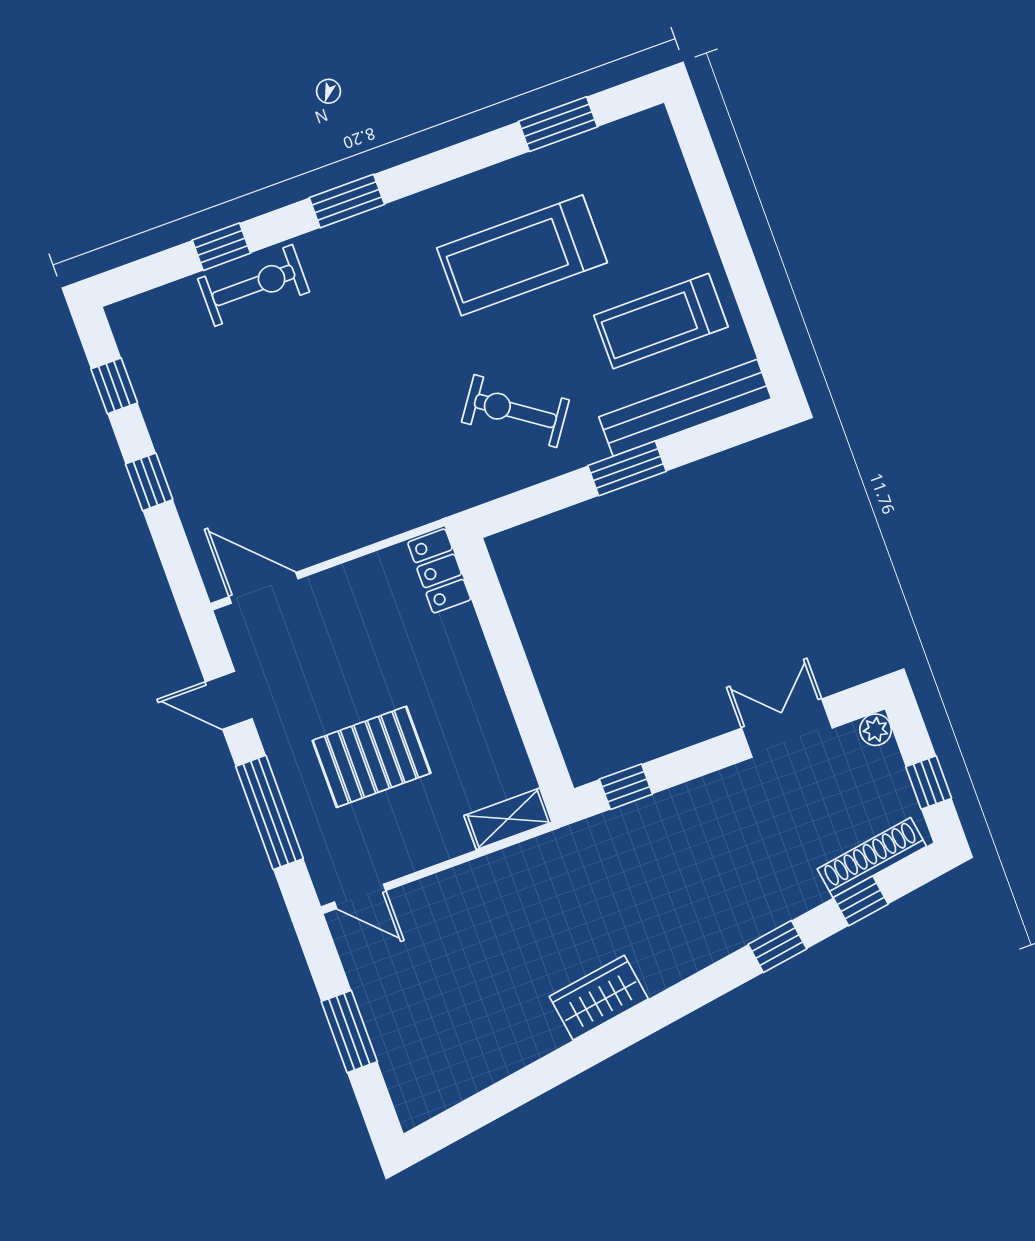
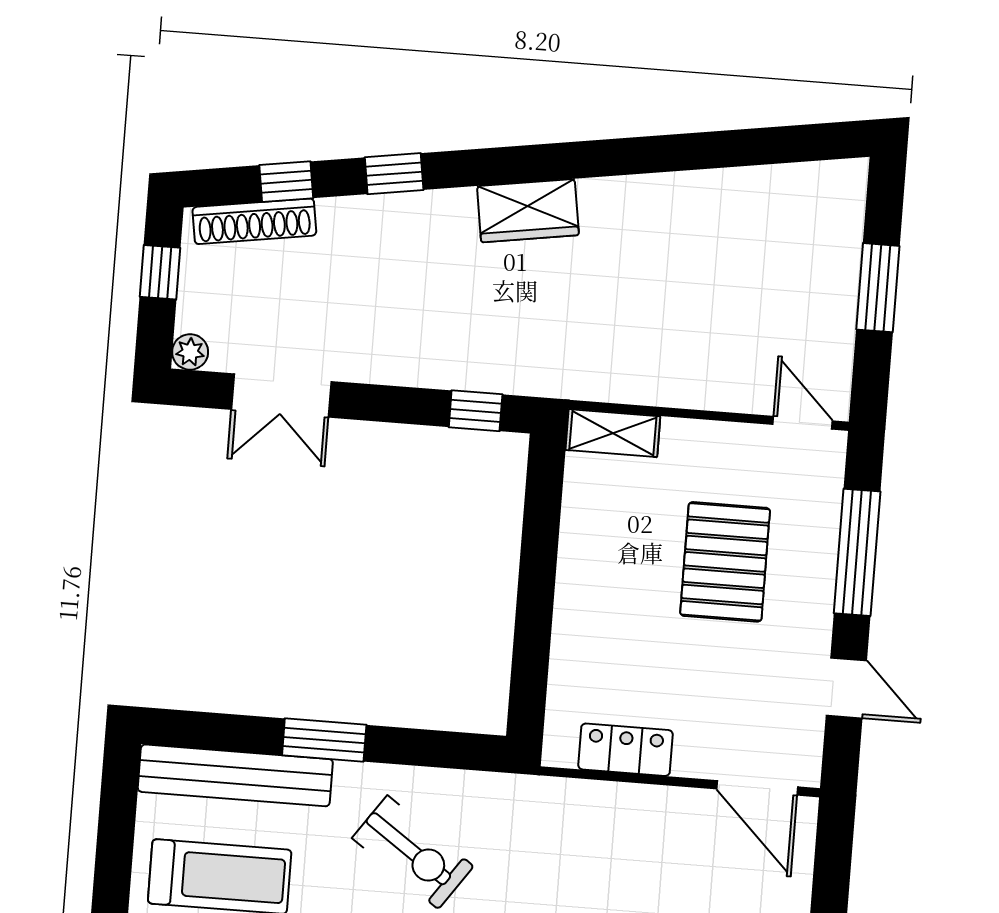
locker: (439, 571) -> (625, 750), moved, turned -90
pallet: (372, 757) -> (725, 562), turned 90
wardrobe: (599, 998) -> (528, 211), moved

